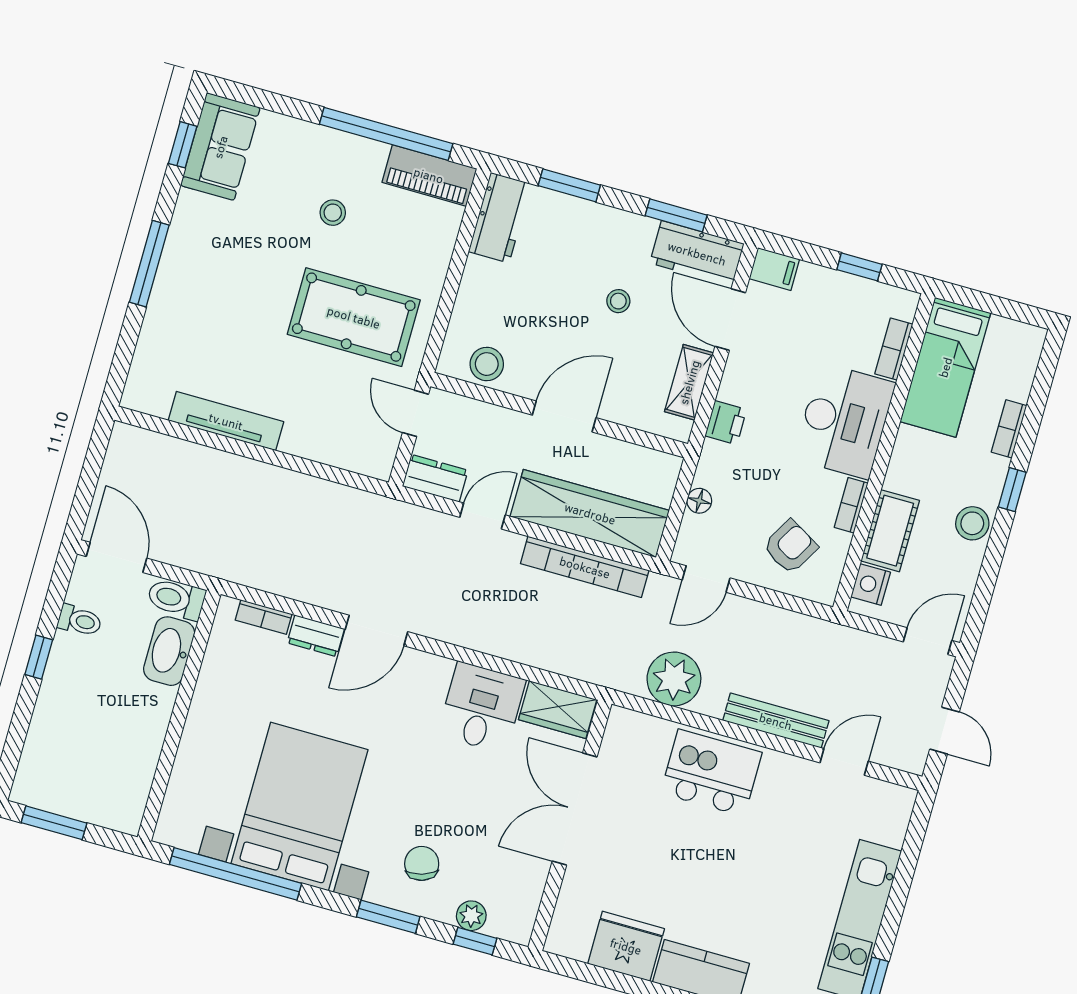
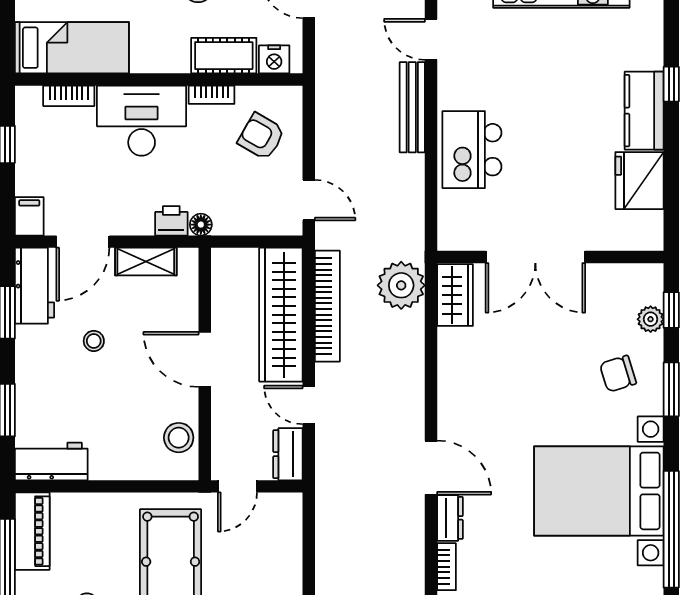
floor lamp: (699, 501) -> (201, 225), moved
plant: (674, 679) -> (401, 285), moved
desk: (482, 707) -> (471, 360), removed

